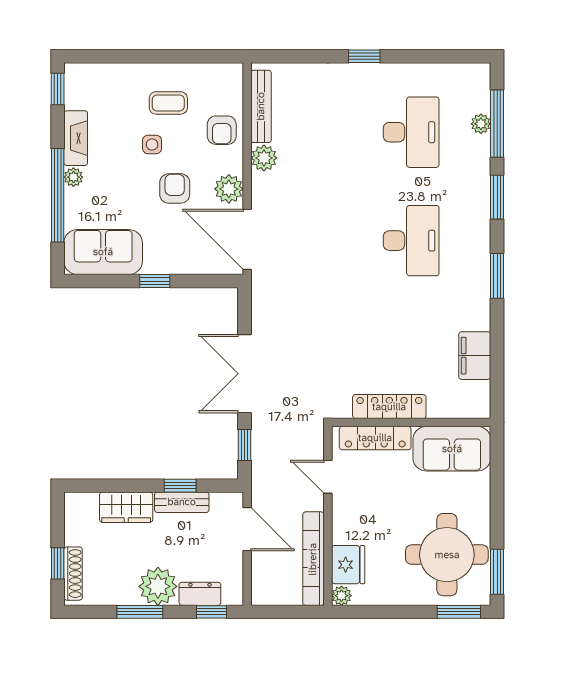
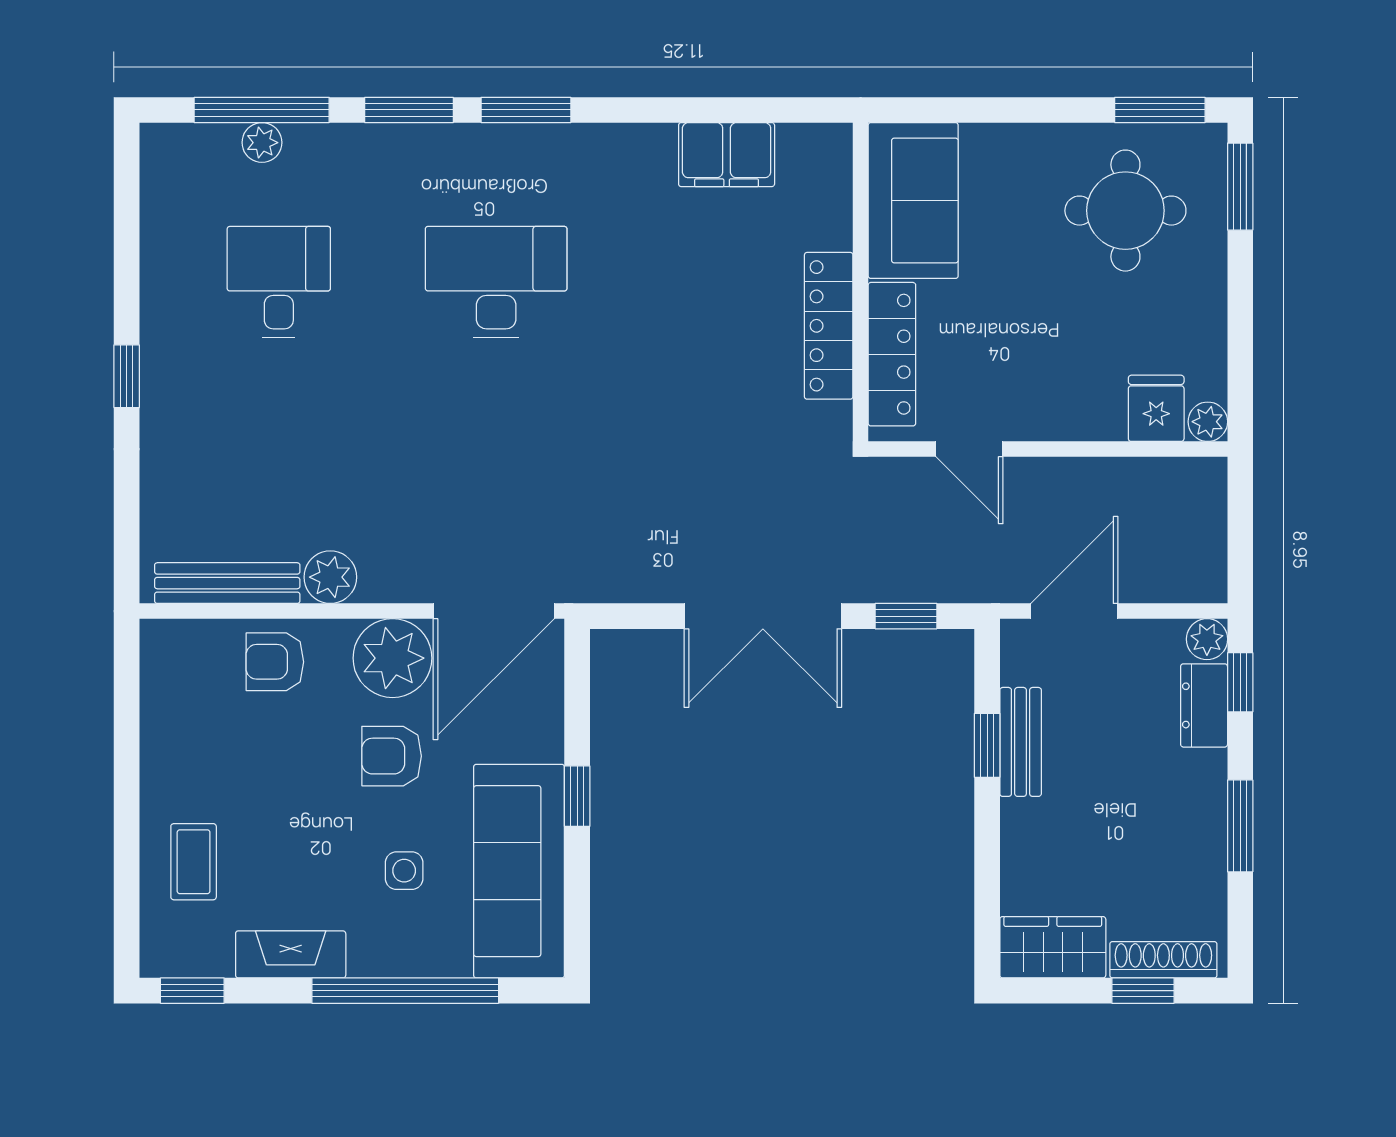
coffee table: (168, 103) -> (194, 862), moved
armchair: (222, 130) -> (275, 662), turned 180
desk: (411, 132) -> (279, 282), width x0.73
side table: (152, 144) -> (404, 871), moved
plant: (73, 177) -> (369, 959), removed
plant: (229, 189) -> (392, 658), width x1.36, depth x1.36
sofa: (103, 252) -> (519, 871), width x1.36
window: (497, 276) -> (526, 110), moved
door: (328, 477) -> (969, 449), hinge flipped
wardrobe: (126, 507) -> (1053, 947), moved, turned -90
round table: (447, 555) -> (1125, 211), width x0.73, depth x0.73
bookcase: (313, 559) -> (1134, 478), removed
fridge: (348, 565) -> (1156, 408), width x0.72
plant: (158, 586) -> (1207, 639), moved, width x0.53, depth x0.53

